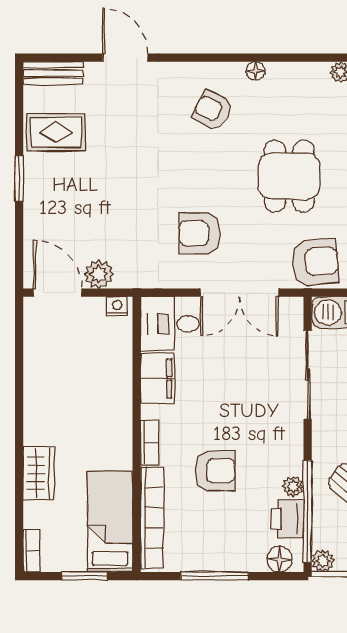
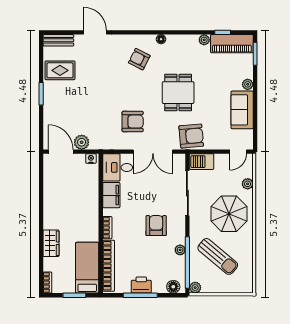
armchair: (200, 233) -> (133, 122), turned 180
armchair: (215, 471) -> (156, 226), moved, turned -90
printer: (287, 519) -> (141, 285), moved, turned 90

